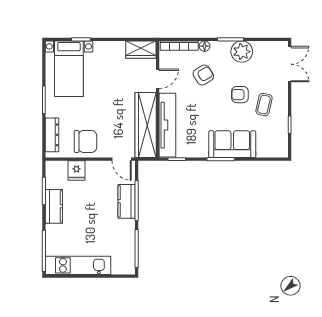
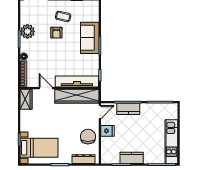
armchair: (203, 75) -> (43, 57), removed
fridge: (77, 171) -> (108, 131), moved

